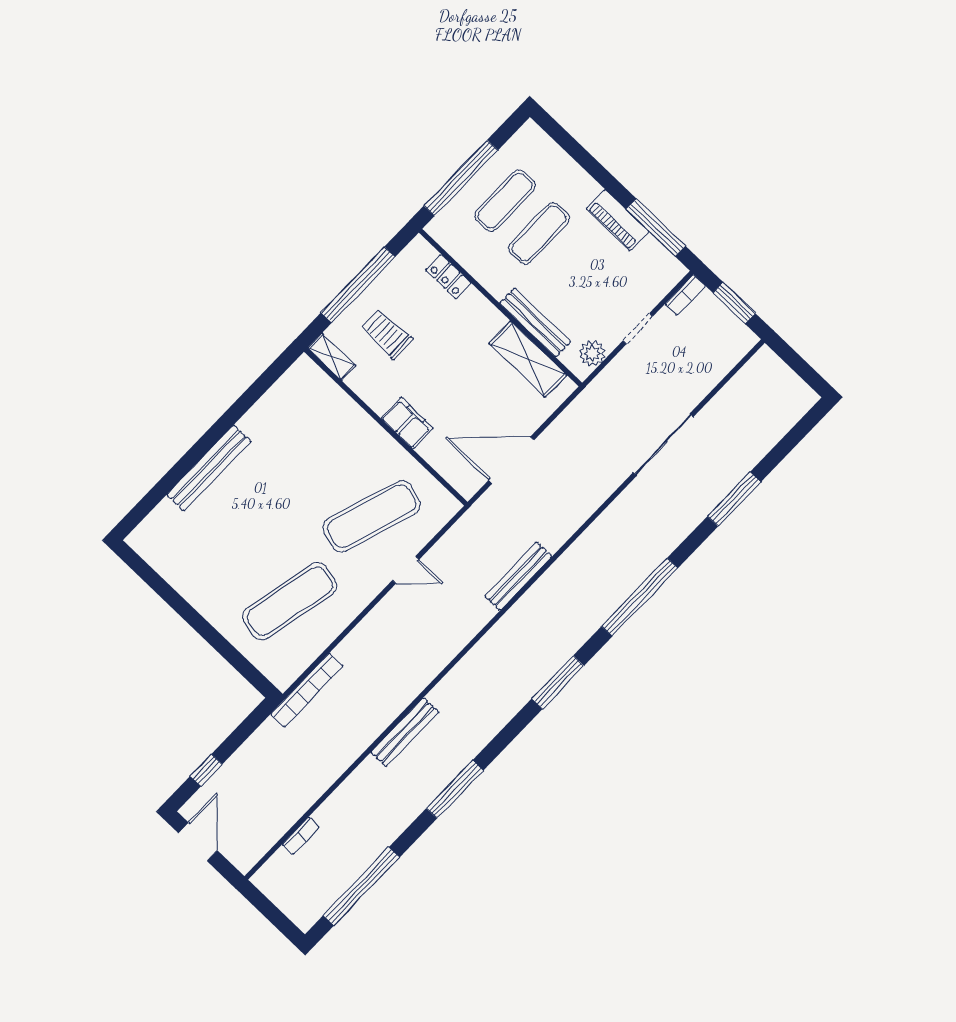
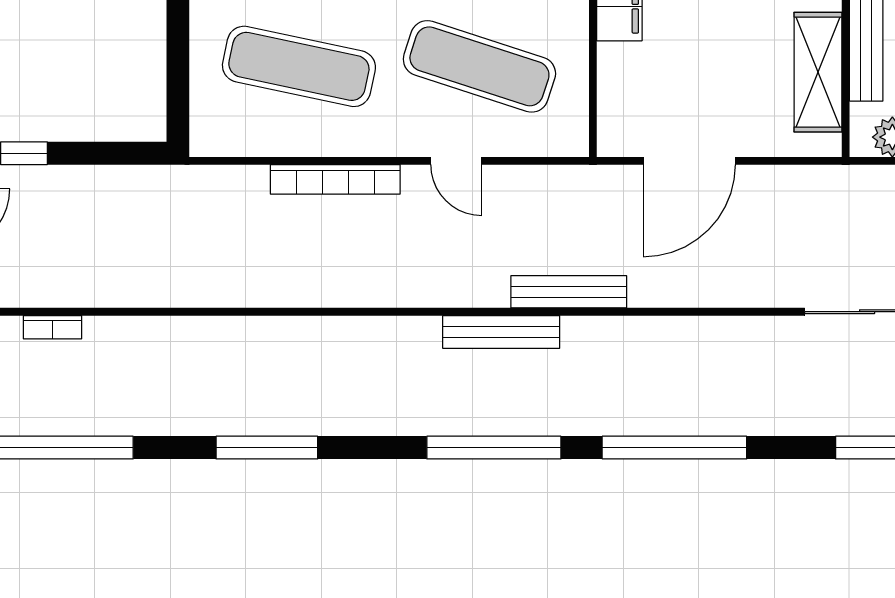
door: (511, 460) -> (689, 161), swing flipped
window: (558, 682) -> (494, 448), width x1.46
bookcase: (307, 690) -> (335, 179), moved
bench: (405, 732) -> (501, 332), moved

